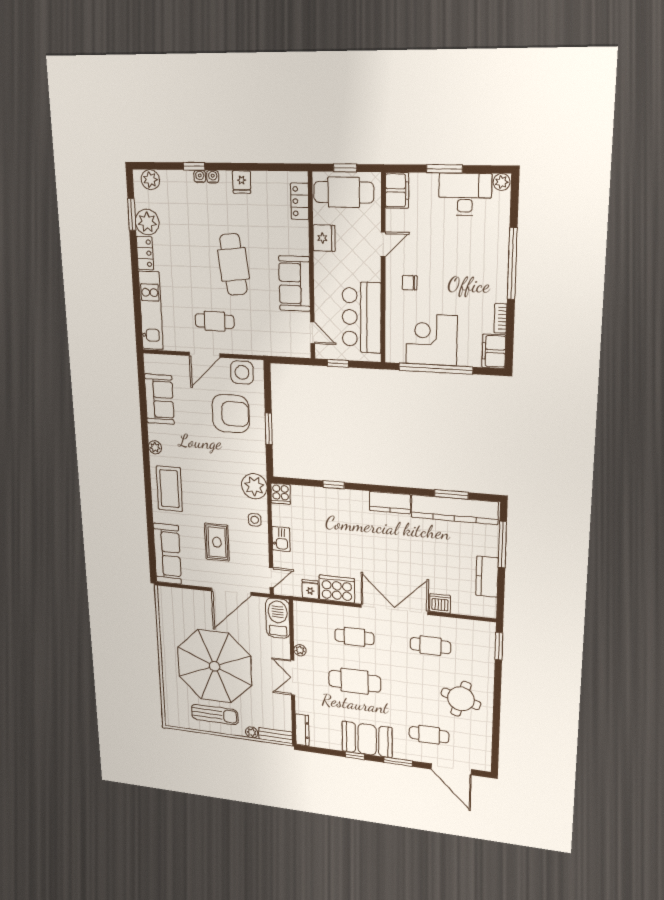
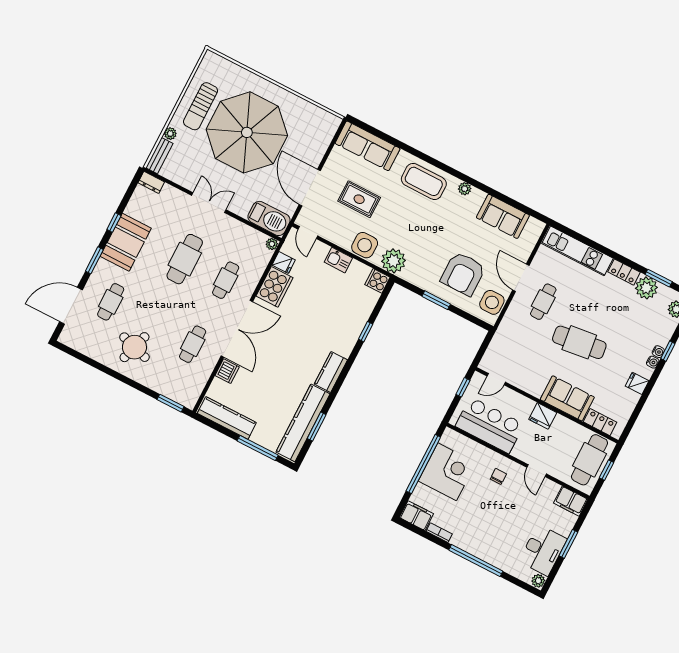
fridge: (324, 238) -> (543, 416), moved
sofa: (295, 284) -> (567, 398), moved
side table: (255, 520) -> (365, 245), width x1.87, depth x1.87
kitchen counter: (487, 577) -> (227, 418), width x1.50
plant: (300, 650) -> (272, 244), moved
dresser: (302, 730) -> (151, 182), width x0.70

